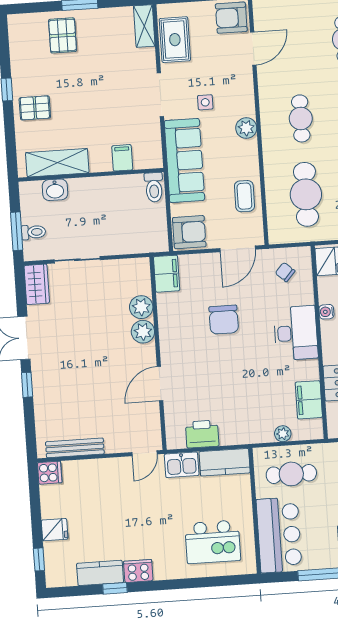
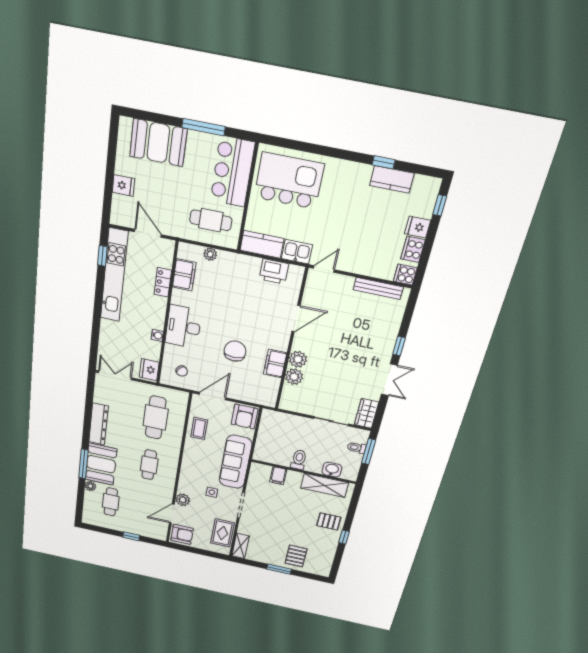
plant: (246, 128) -> (183, 500), moved
toilet: (154, 187) -> (299, 460), moved
armchair: (189, 232) -> (245, 417), turned -90
filing cabinet: (167, 274) -> (275, 363), moved
kitchen island: (213, 542) -> (289, 181), width x1.37, depth x1.28
cooker: (138, 571) -> (413, 249), moved, turned 90

